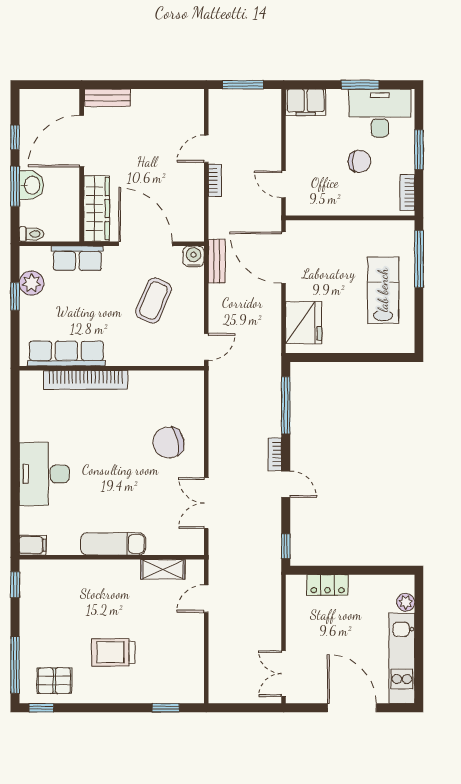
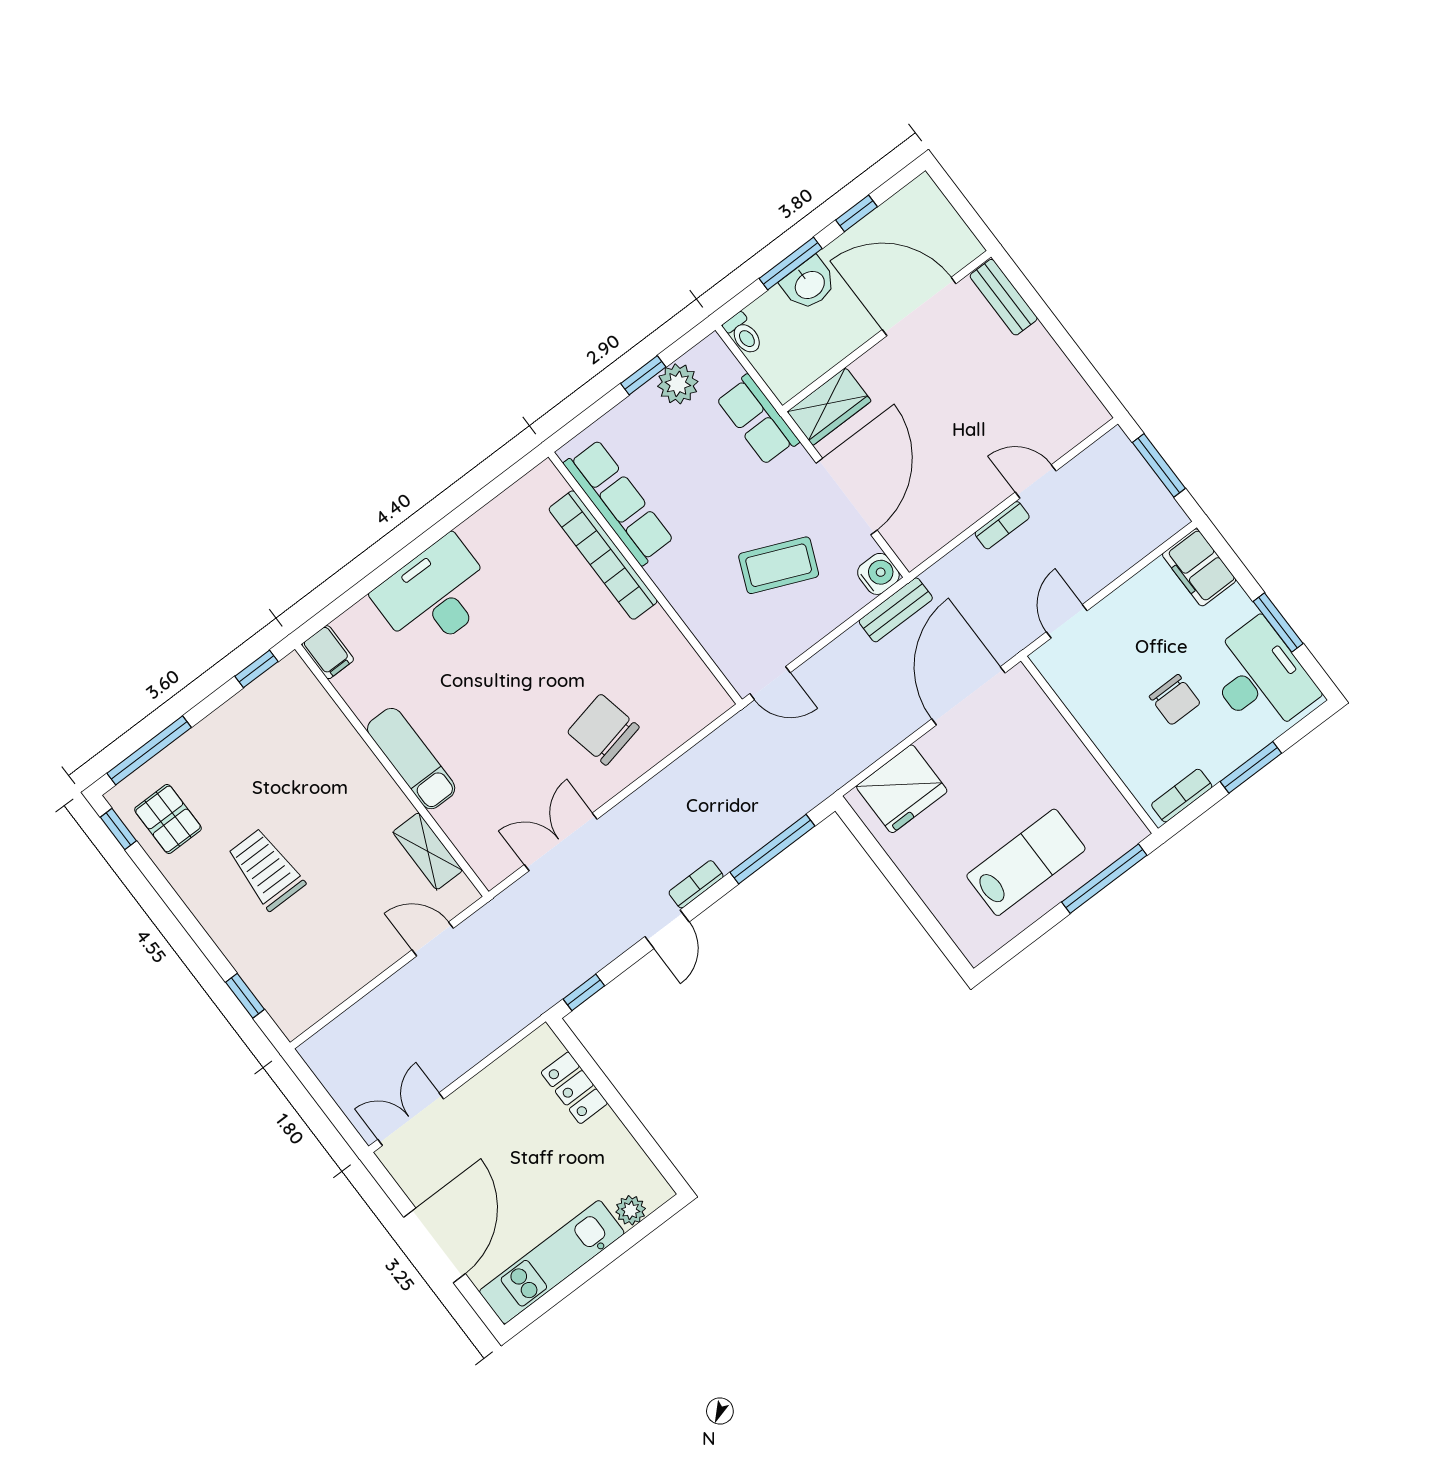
wardrobe: (97, 209) -> (829, 406), width x0.67

